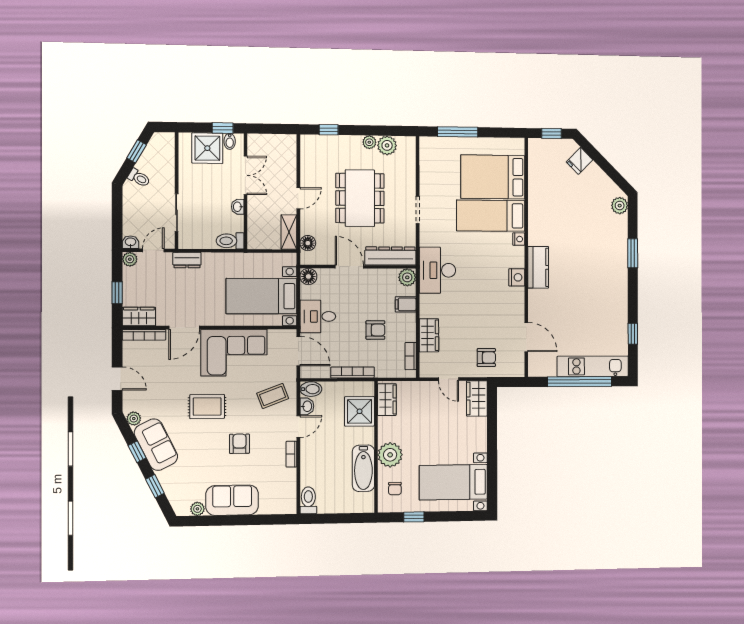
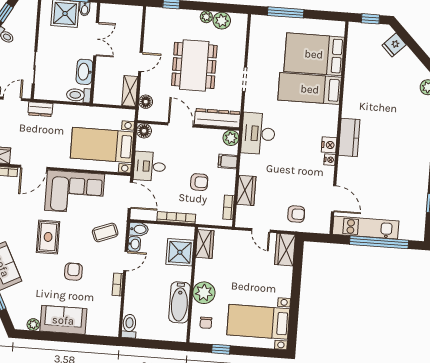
washbasin: (238, 207) -> (84, 72), width x1.91, depth x1.45
nightstand: (519, 239) -> (330, 160), moved
kitchen unit: (593, 366) -> (366, 228), moved
rug: (207, 407) -> (48, 237), turned 90

